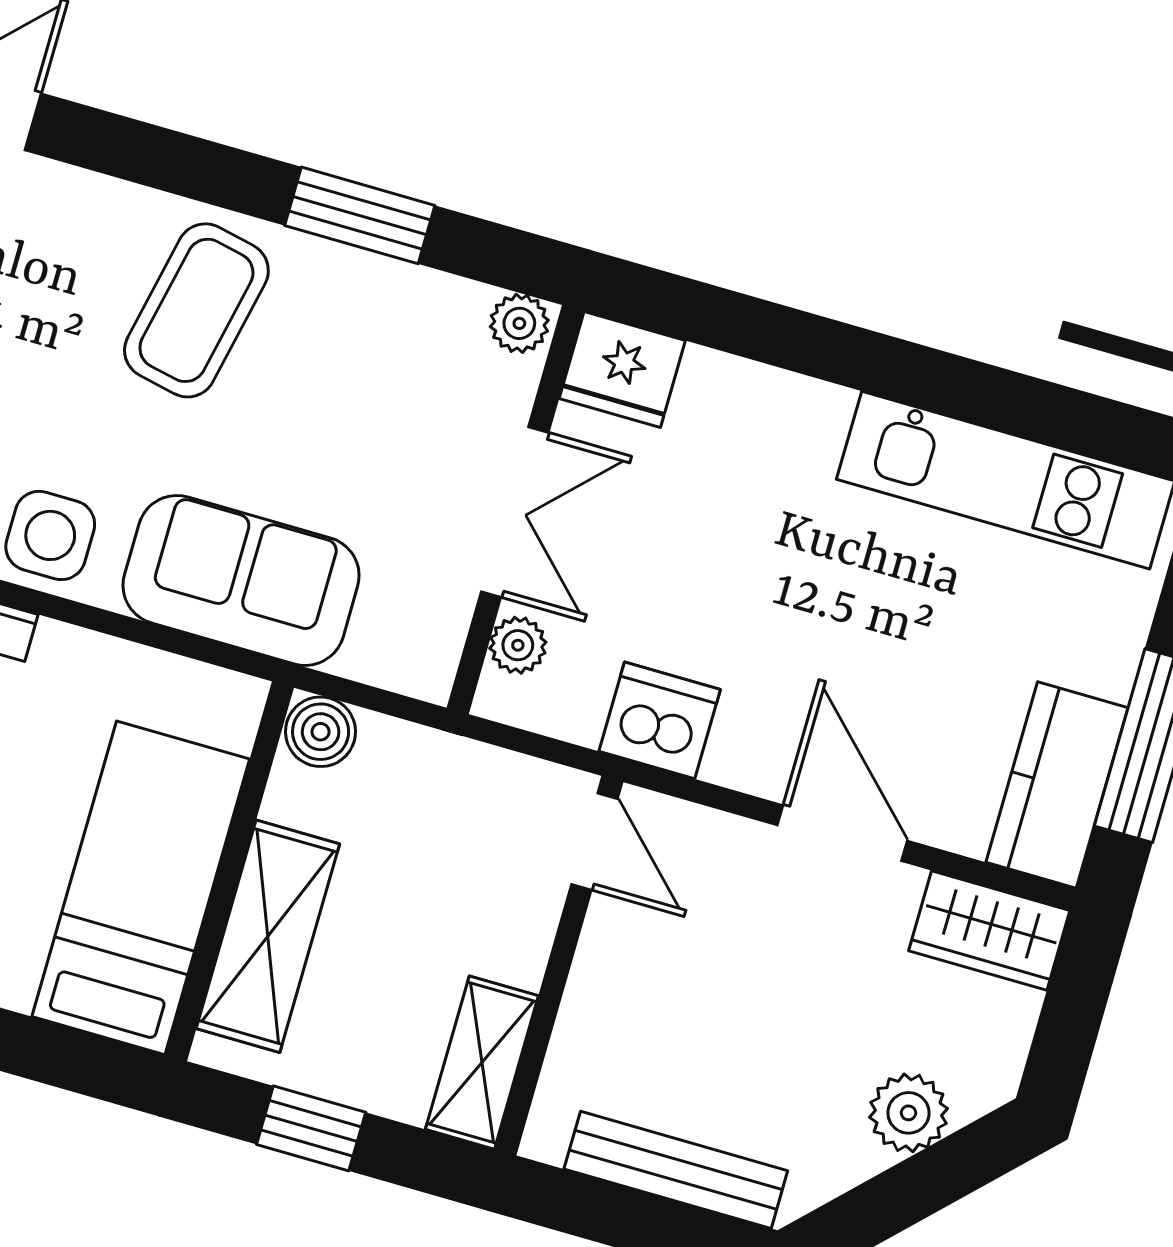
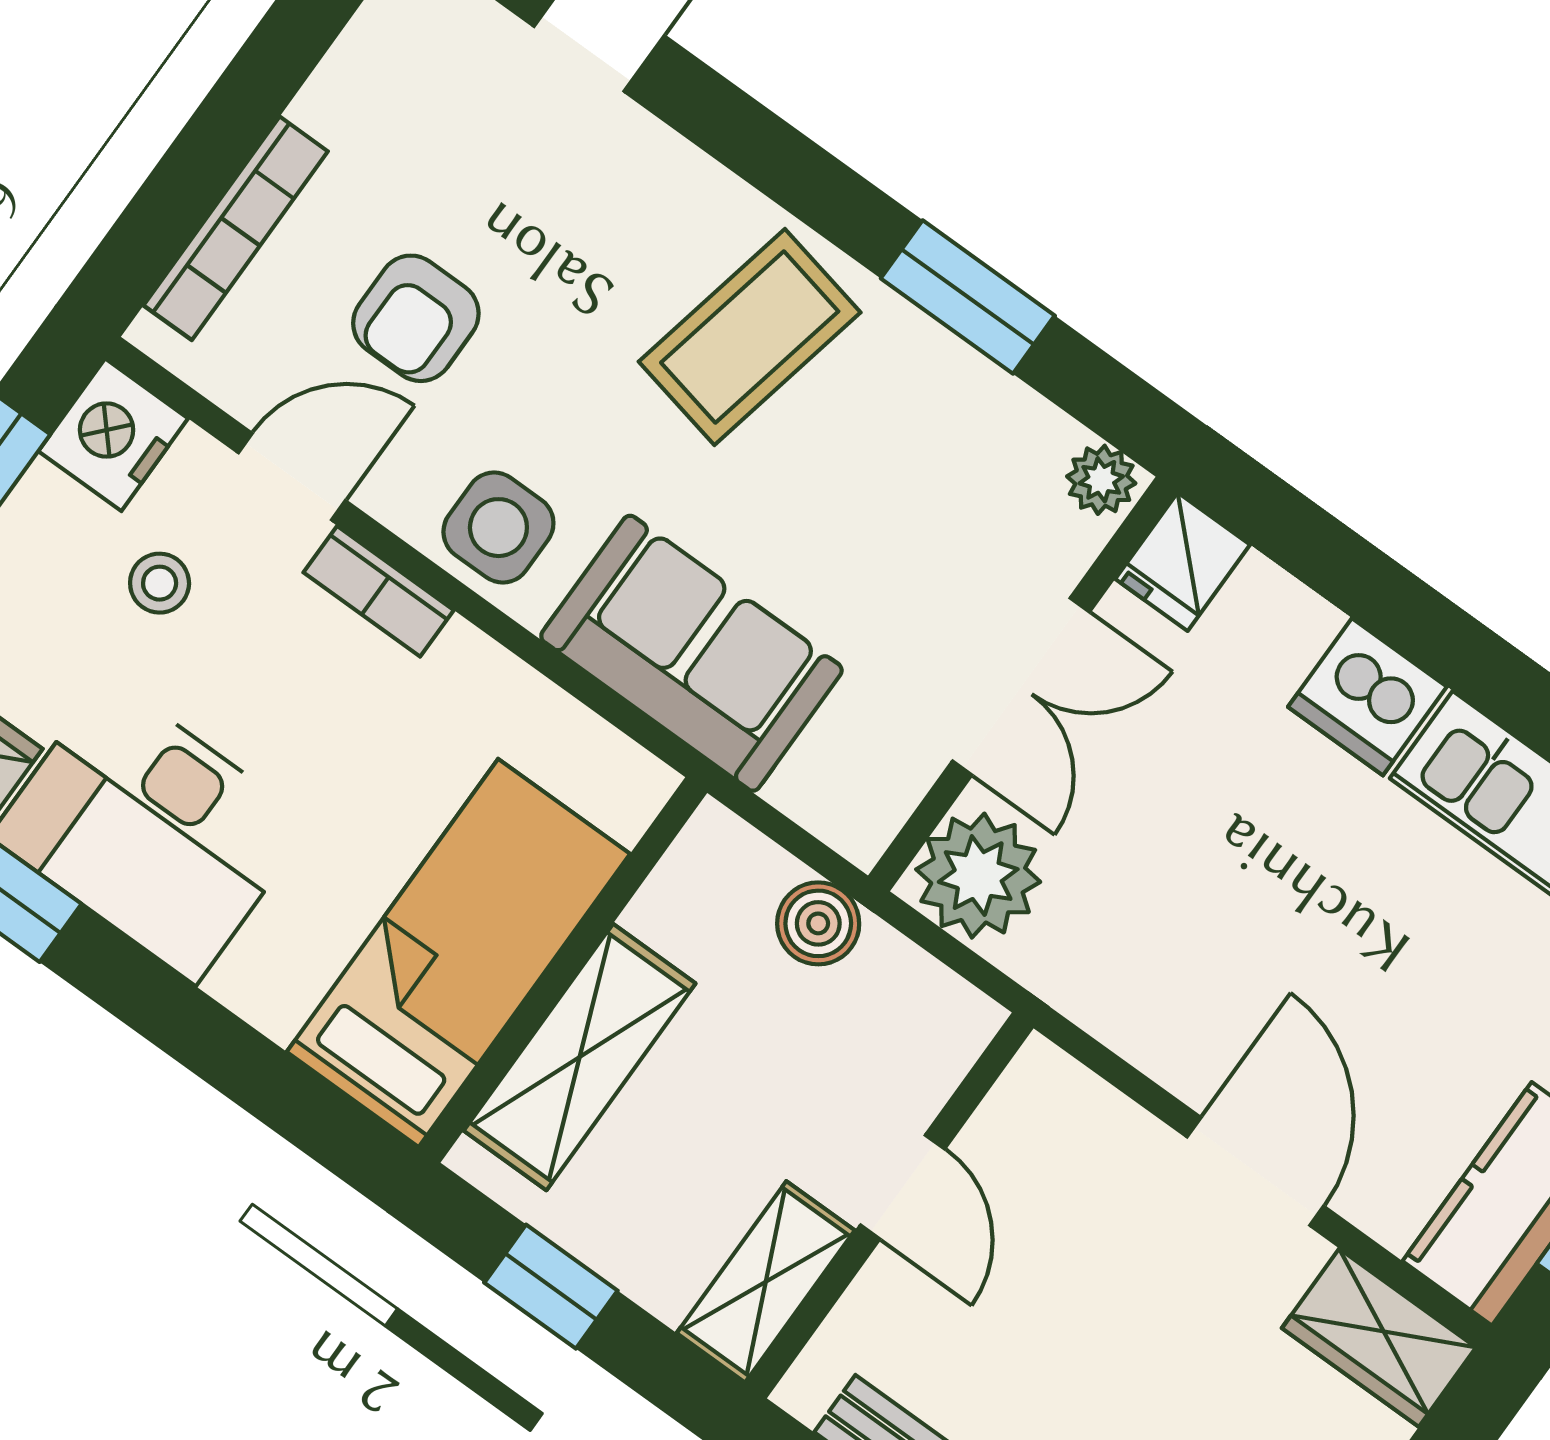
fridge: (622, 370) -> (1183, 562), width x0.72
plant: (518, 645) -> (978, 876), width x1.88, depth x1.88
dishwasher: (660, 720) -> (1367, 697), moved, turned 180
boiler: (321, 732) -> (818, 923), moved
door: (594, 841) -> (903, 1187), moved

